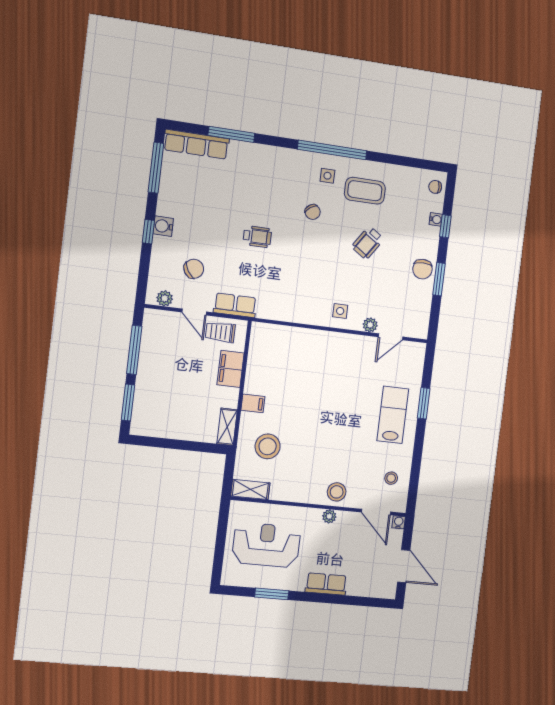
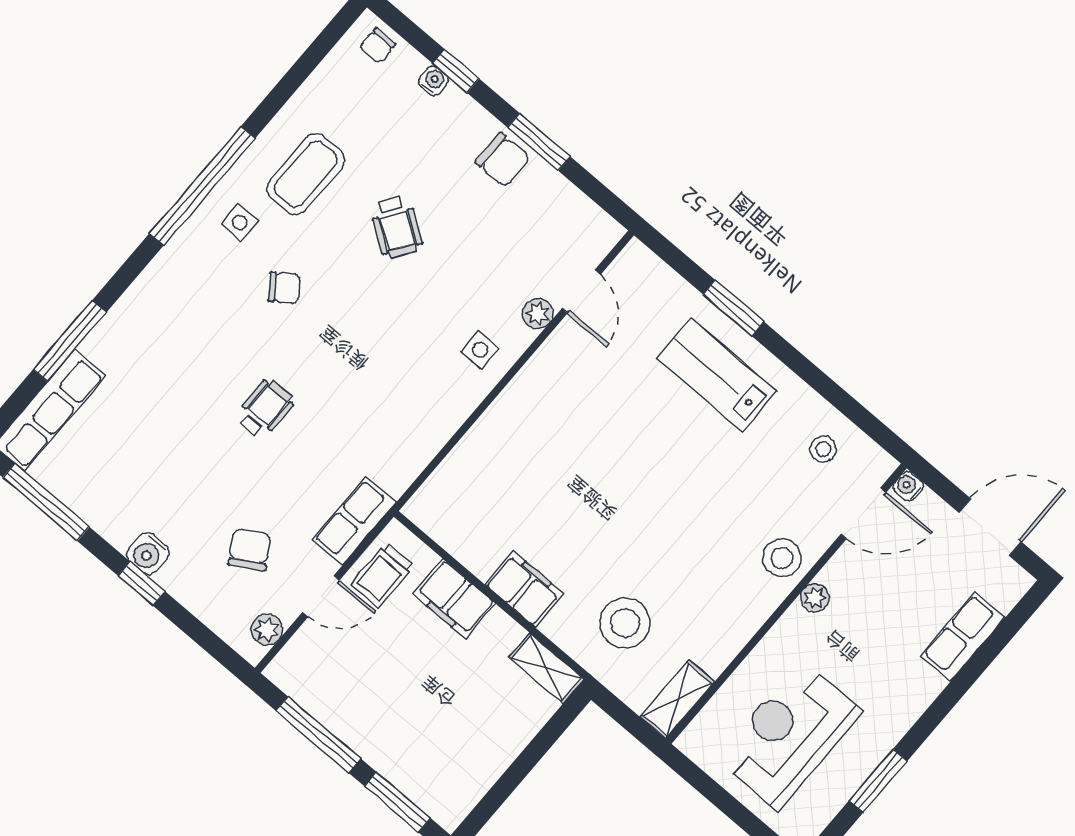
filing cabinet: (253, 403) -> (524, 589), width x2.00
row of seats: (326, 584) -> (963, 637), moved

